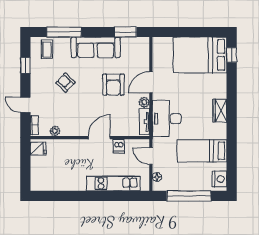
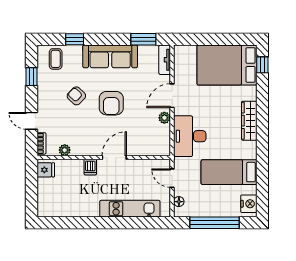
window: (64, 32) -> (75, 39), width x0.46
armchair: (113, 85) -> (111, 103), moved
wardrobe: (220, 111) -> (249, 121), width x1.50
tv unit: (144, 122) -> (165, 60), moved
dishwasher: (119, 146) -> (90, 167), moved

